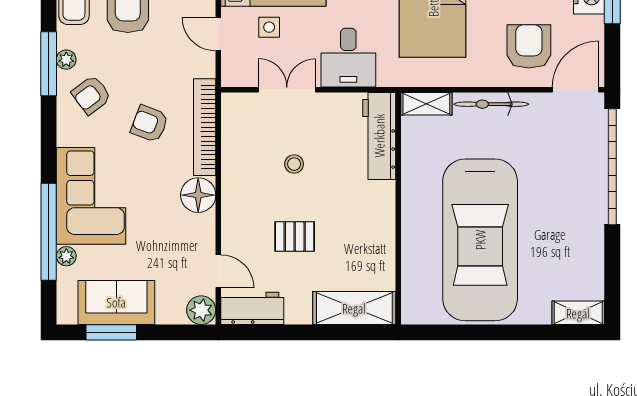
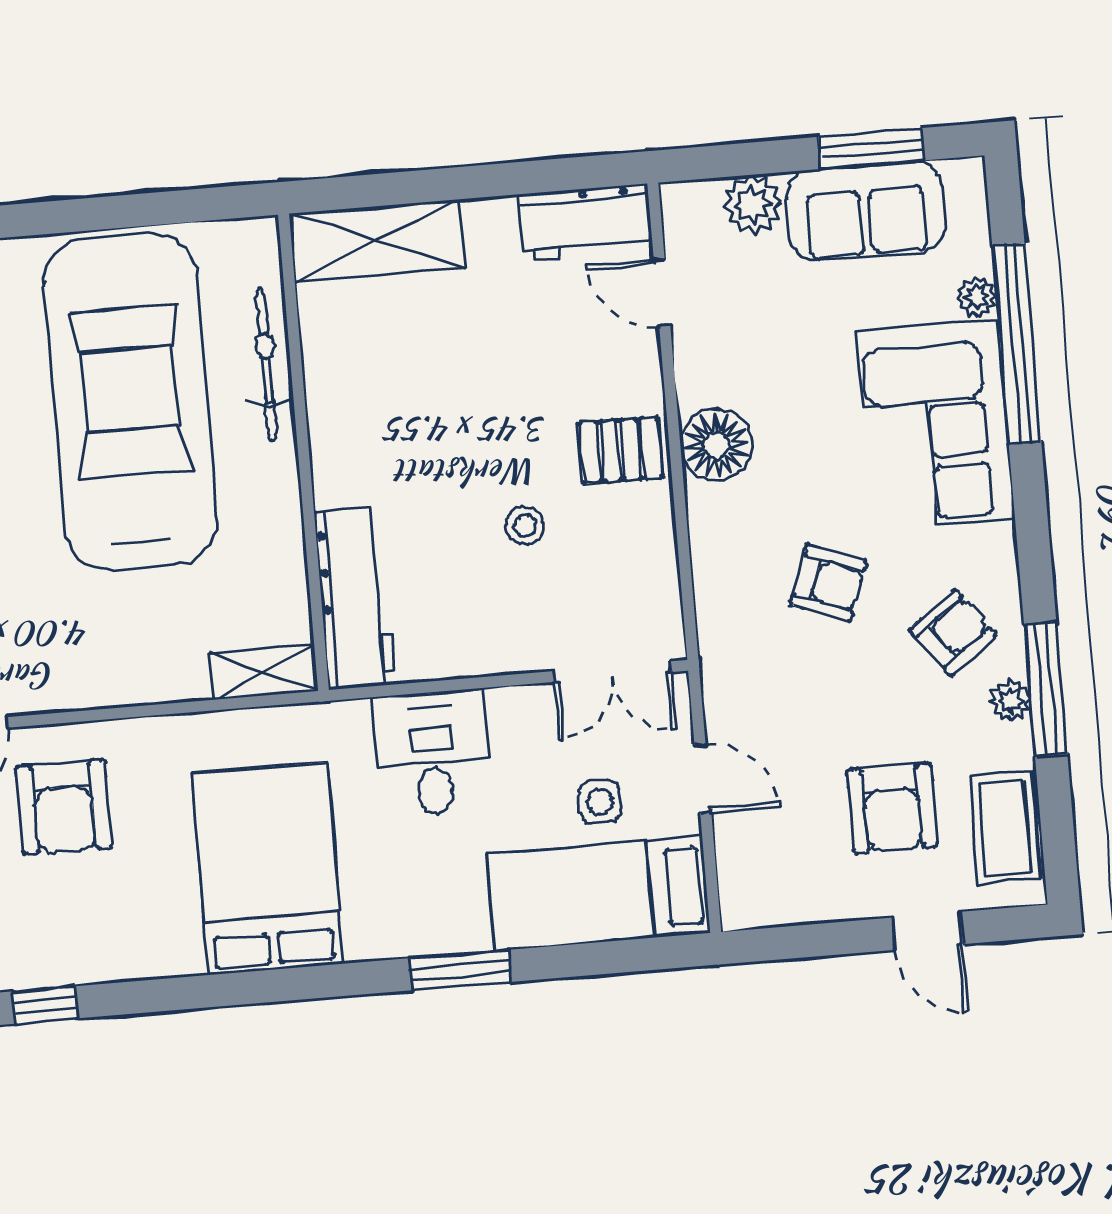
double door: (287, 90) -> (612, 672), moved
bicycle: (491, 104) -> (266, 364), moved, turned -90
bookcase: (205, 127) -> (715, 586), removed
pallet: (295, 236) -> (621, 450), moved
plant: (201, 310) -> (752, 205), moved

